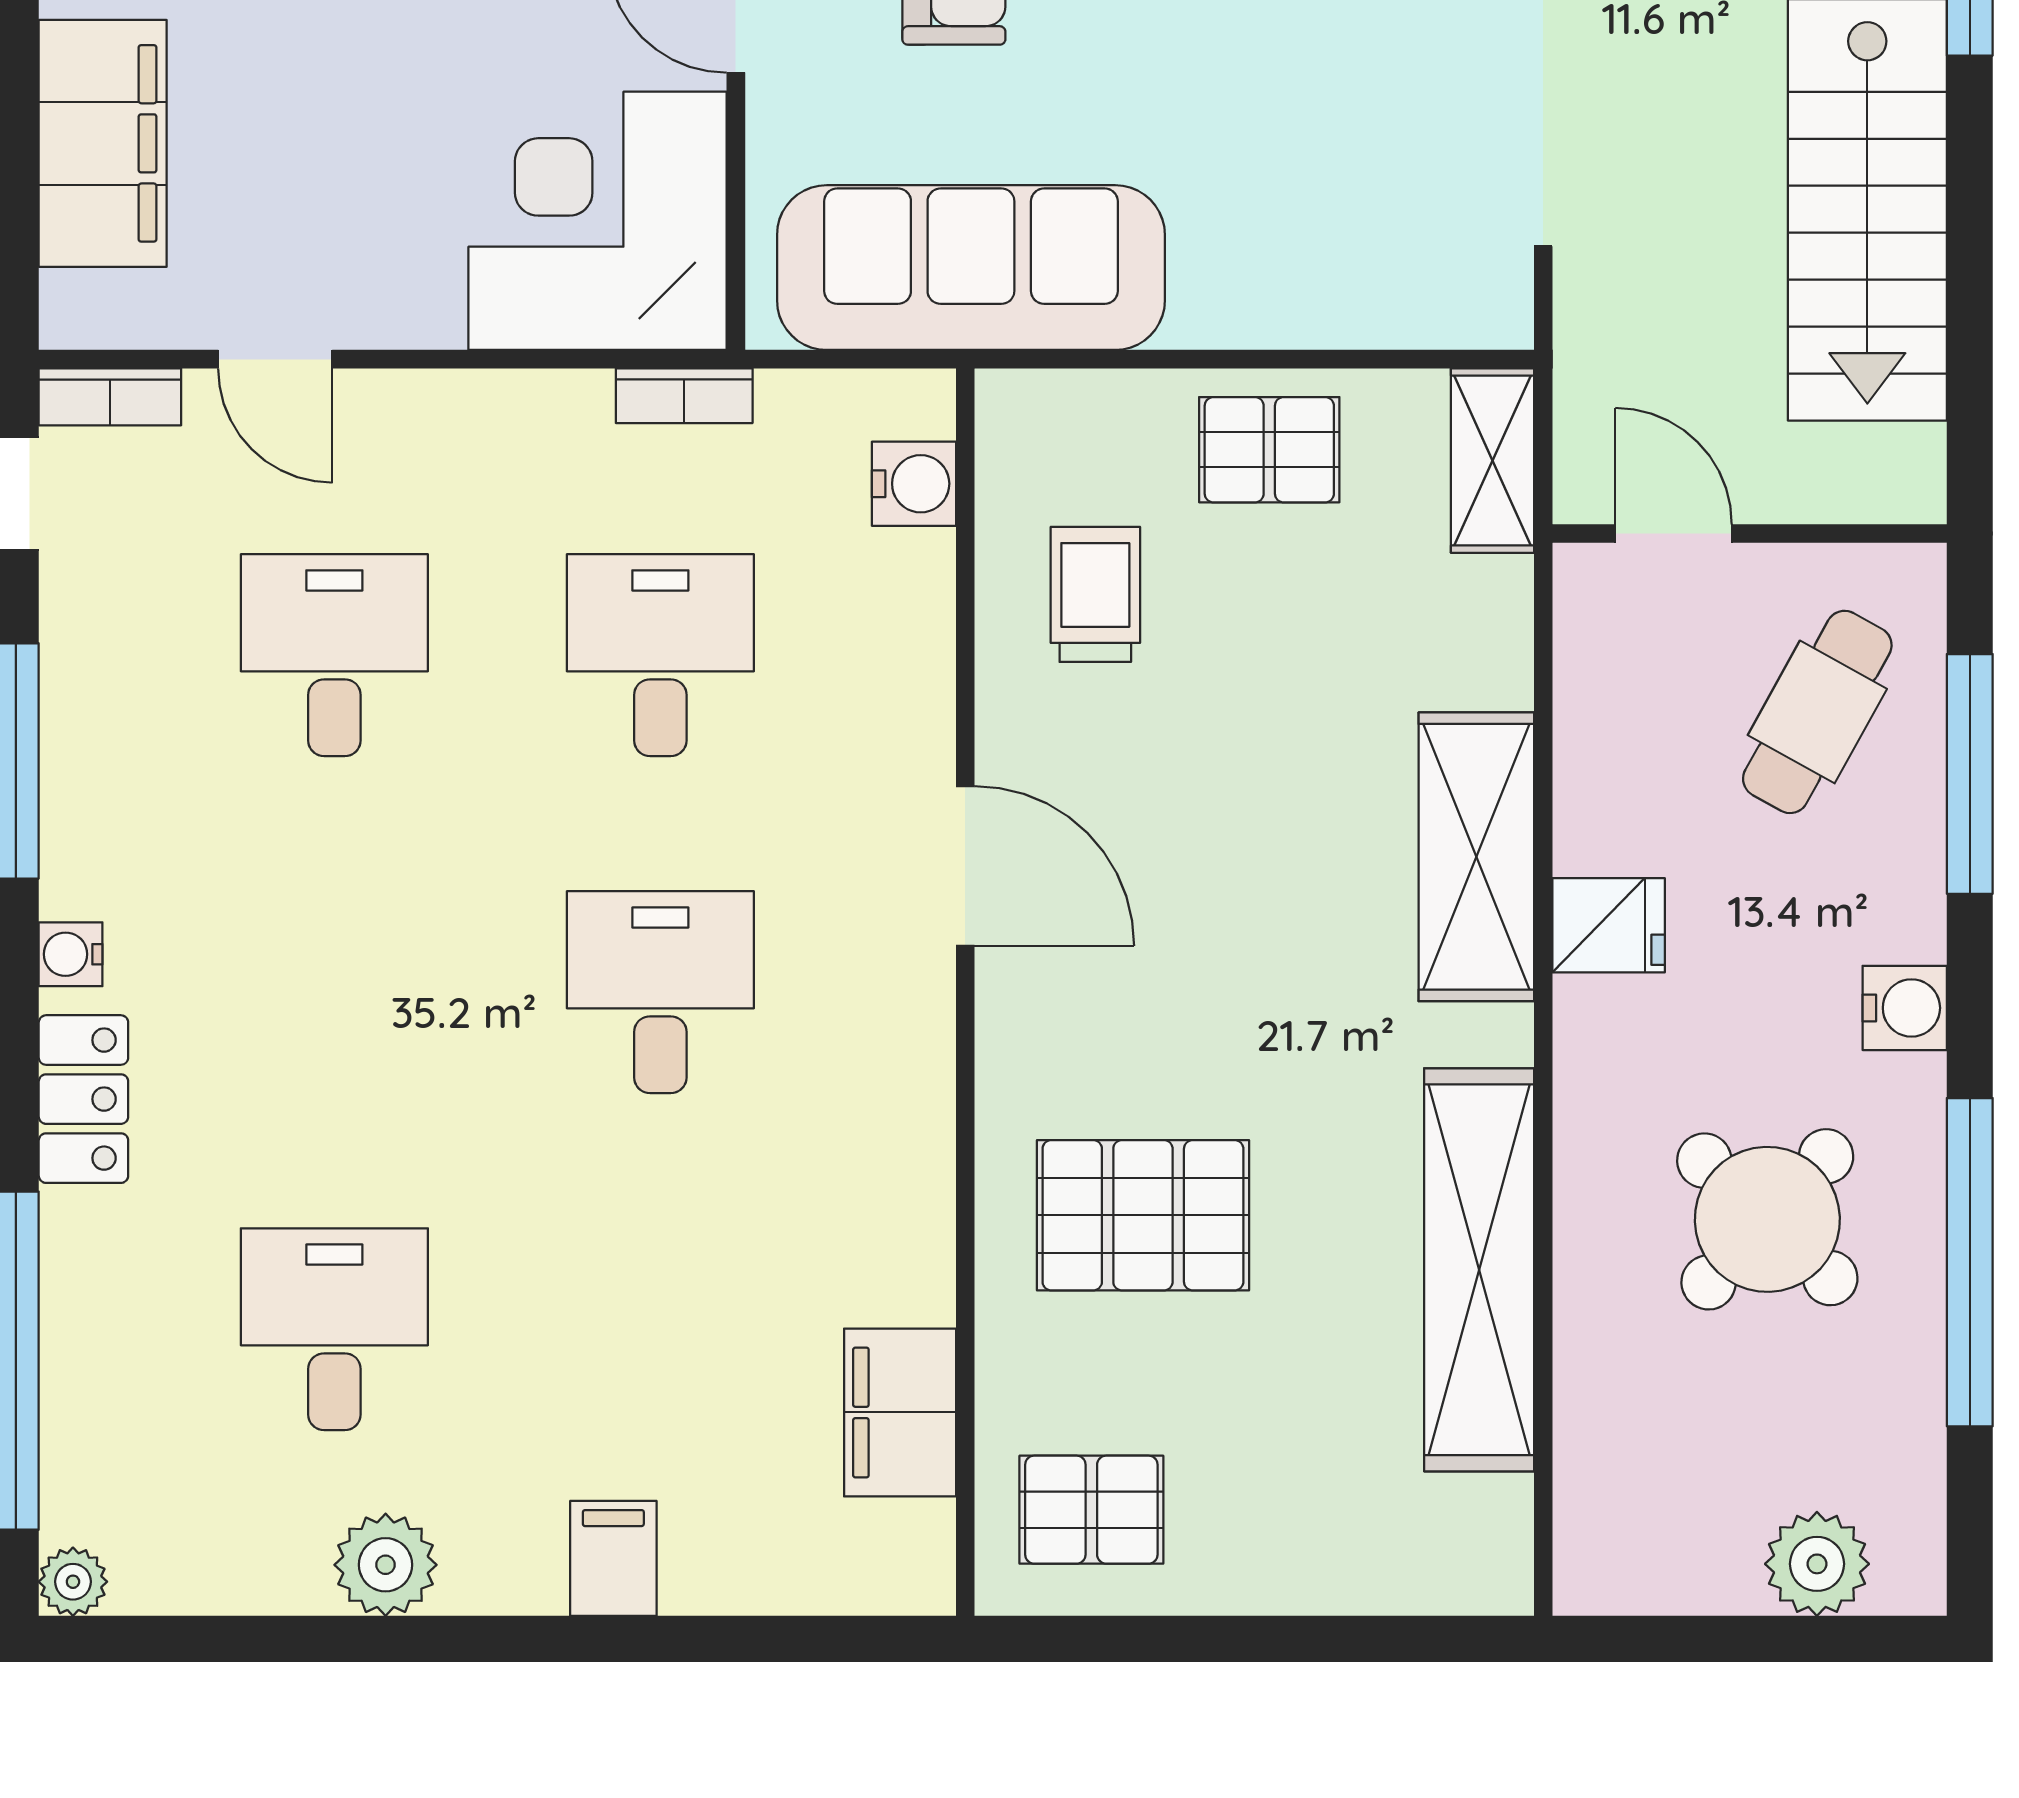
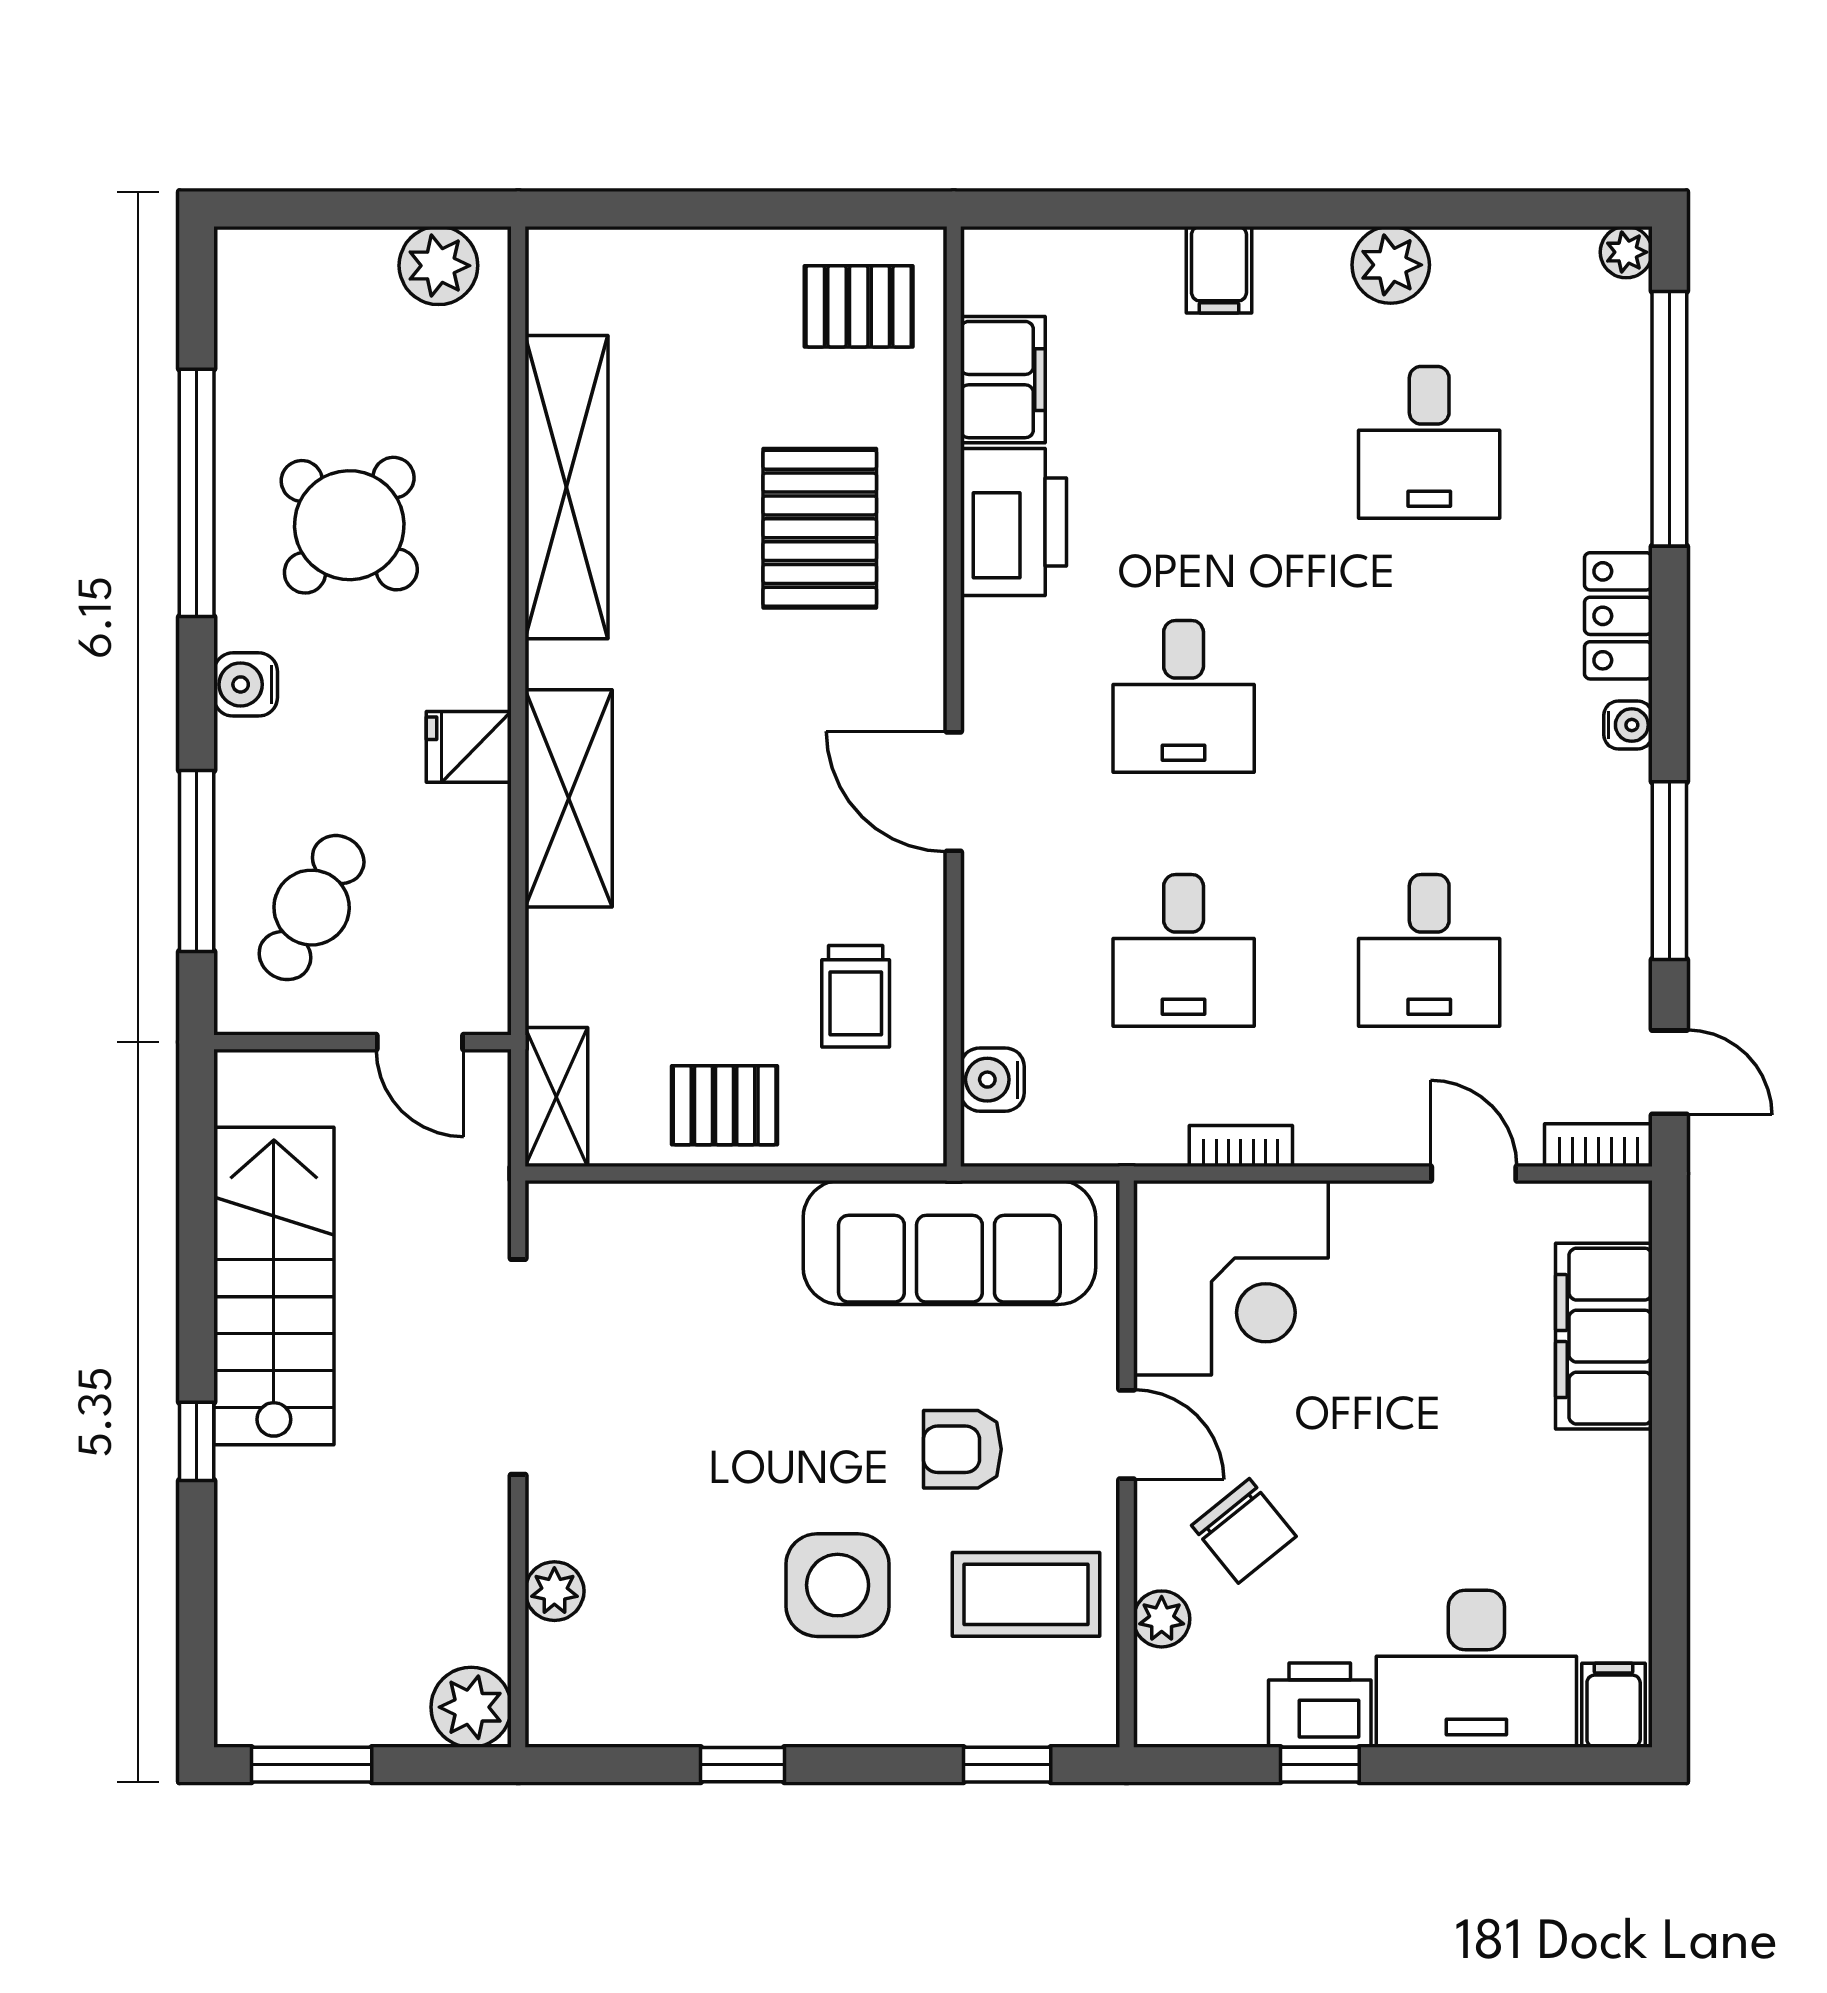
bookcase: (684, 396) -> (1241, 1146), moved
pallet: (1143, 1215) -> (820, 528), turned 90
printer: (886, 1224) -> (1013, 522), added
plant: (1817, 1564) -> (438, 266), moved

